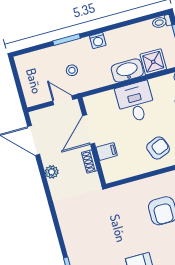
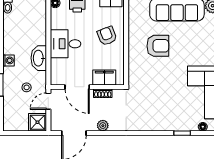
shower: (153, 62) -> (37, 122), moved
washbasin: (127, 70) -> (39, 58), moved
filing cabinet: (107, 151) -> (104, 77), width x2.00

